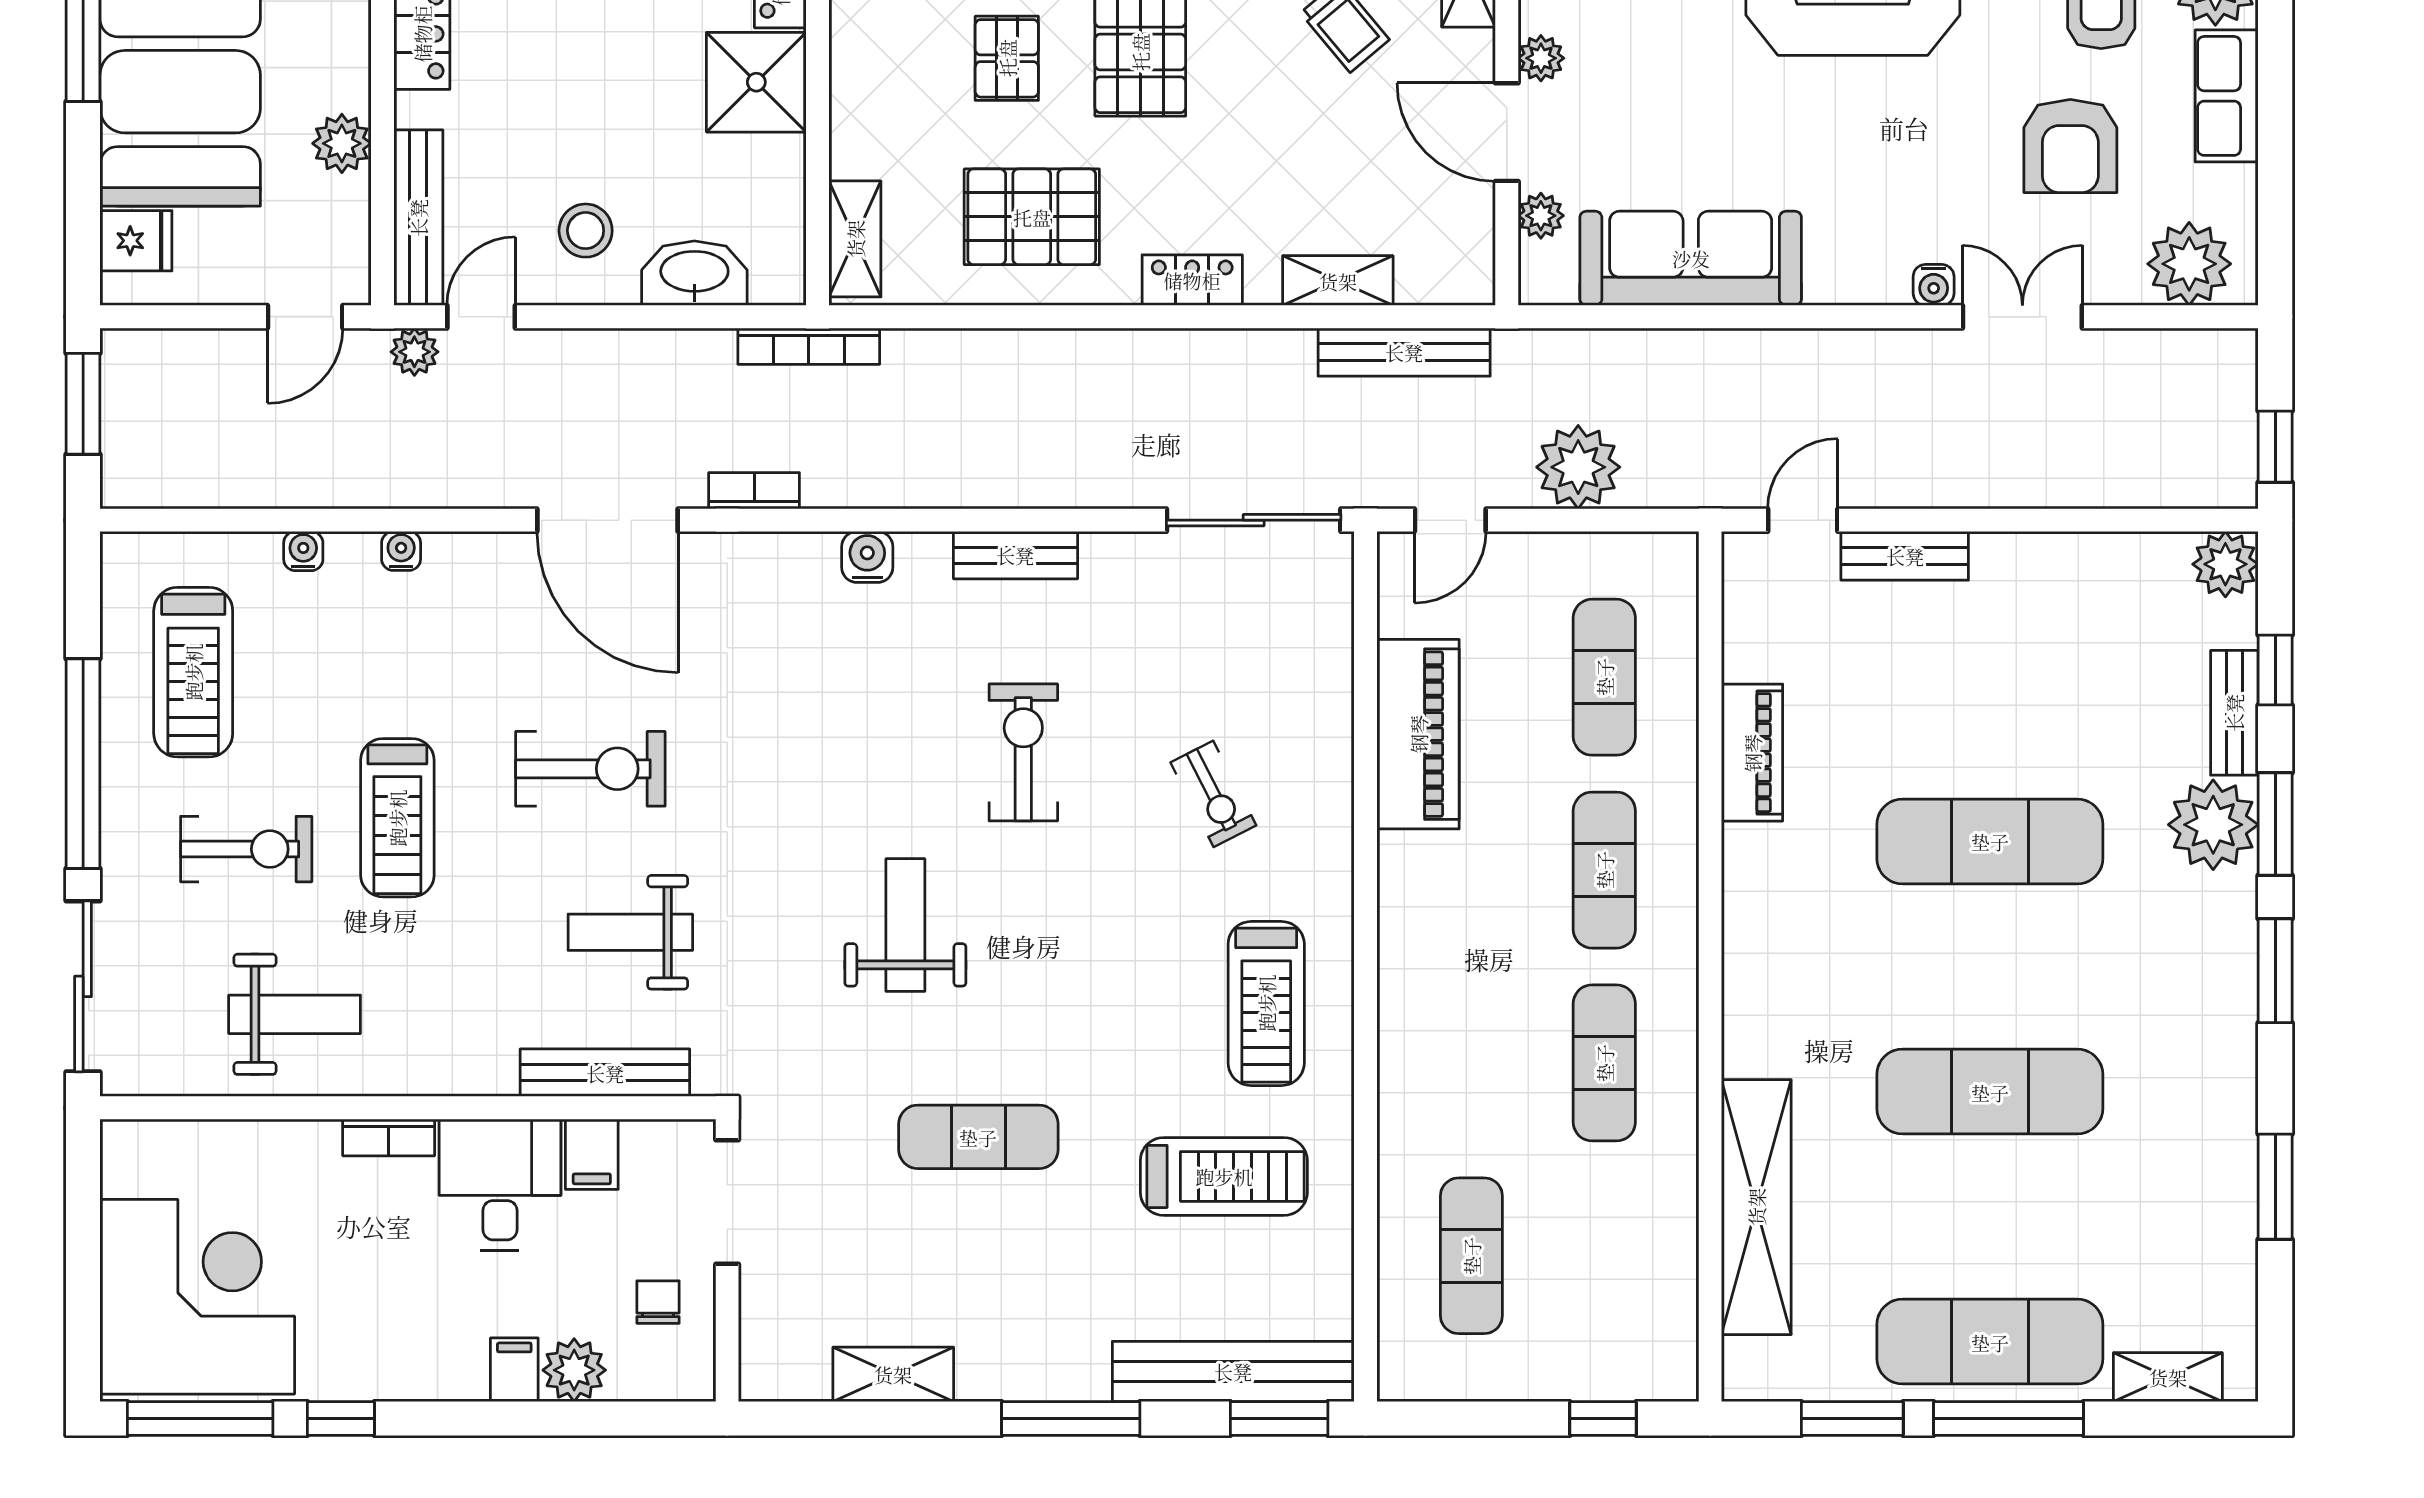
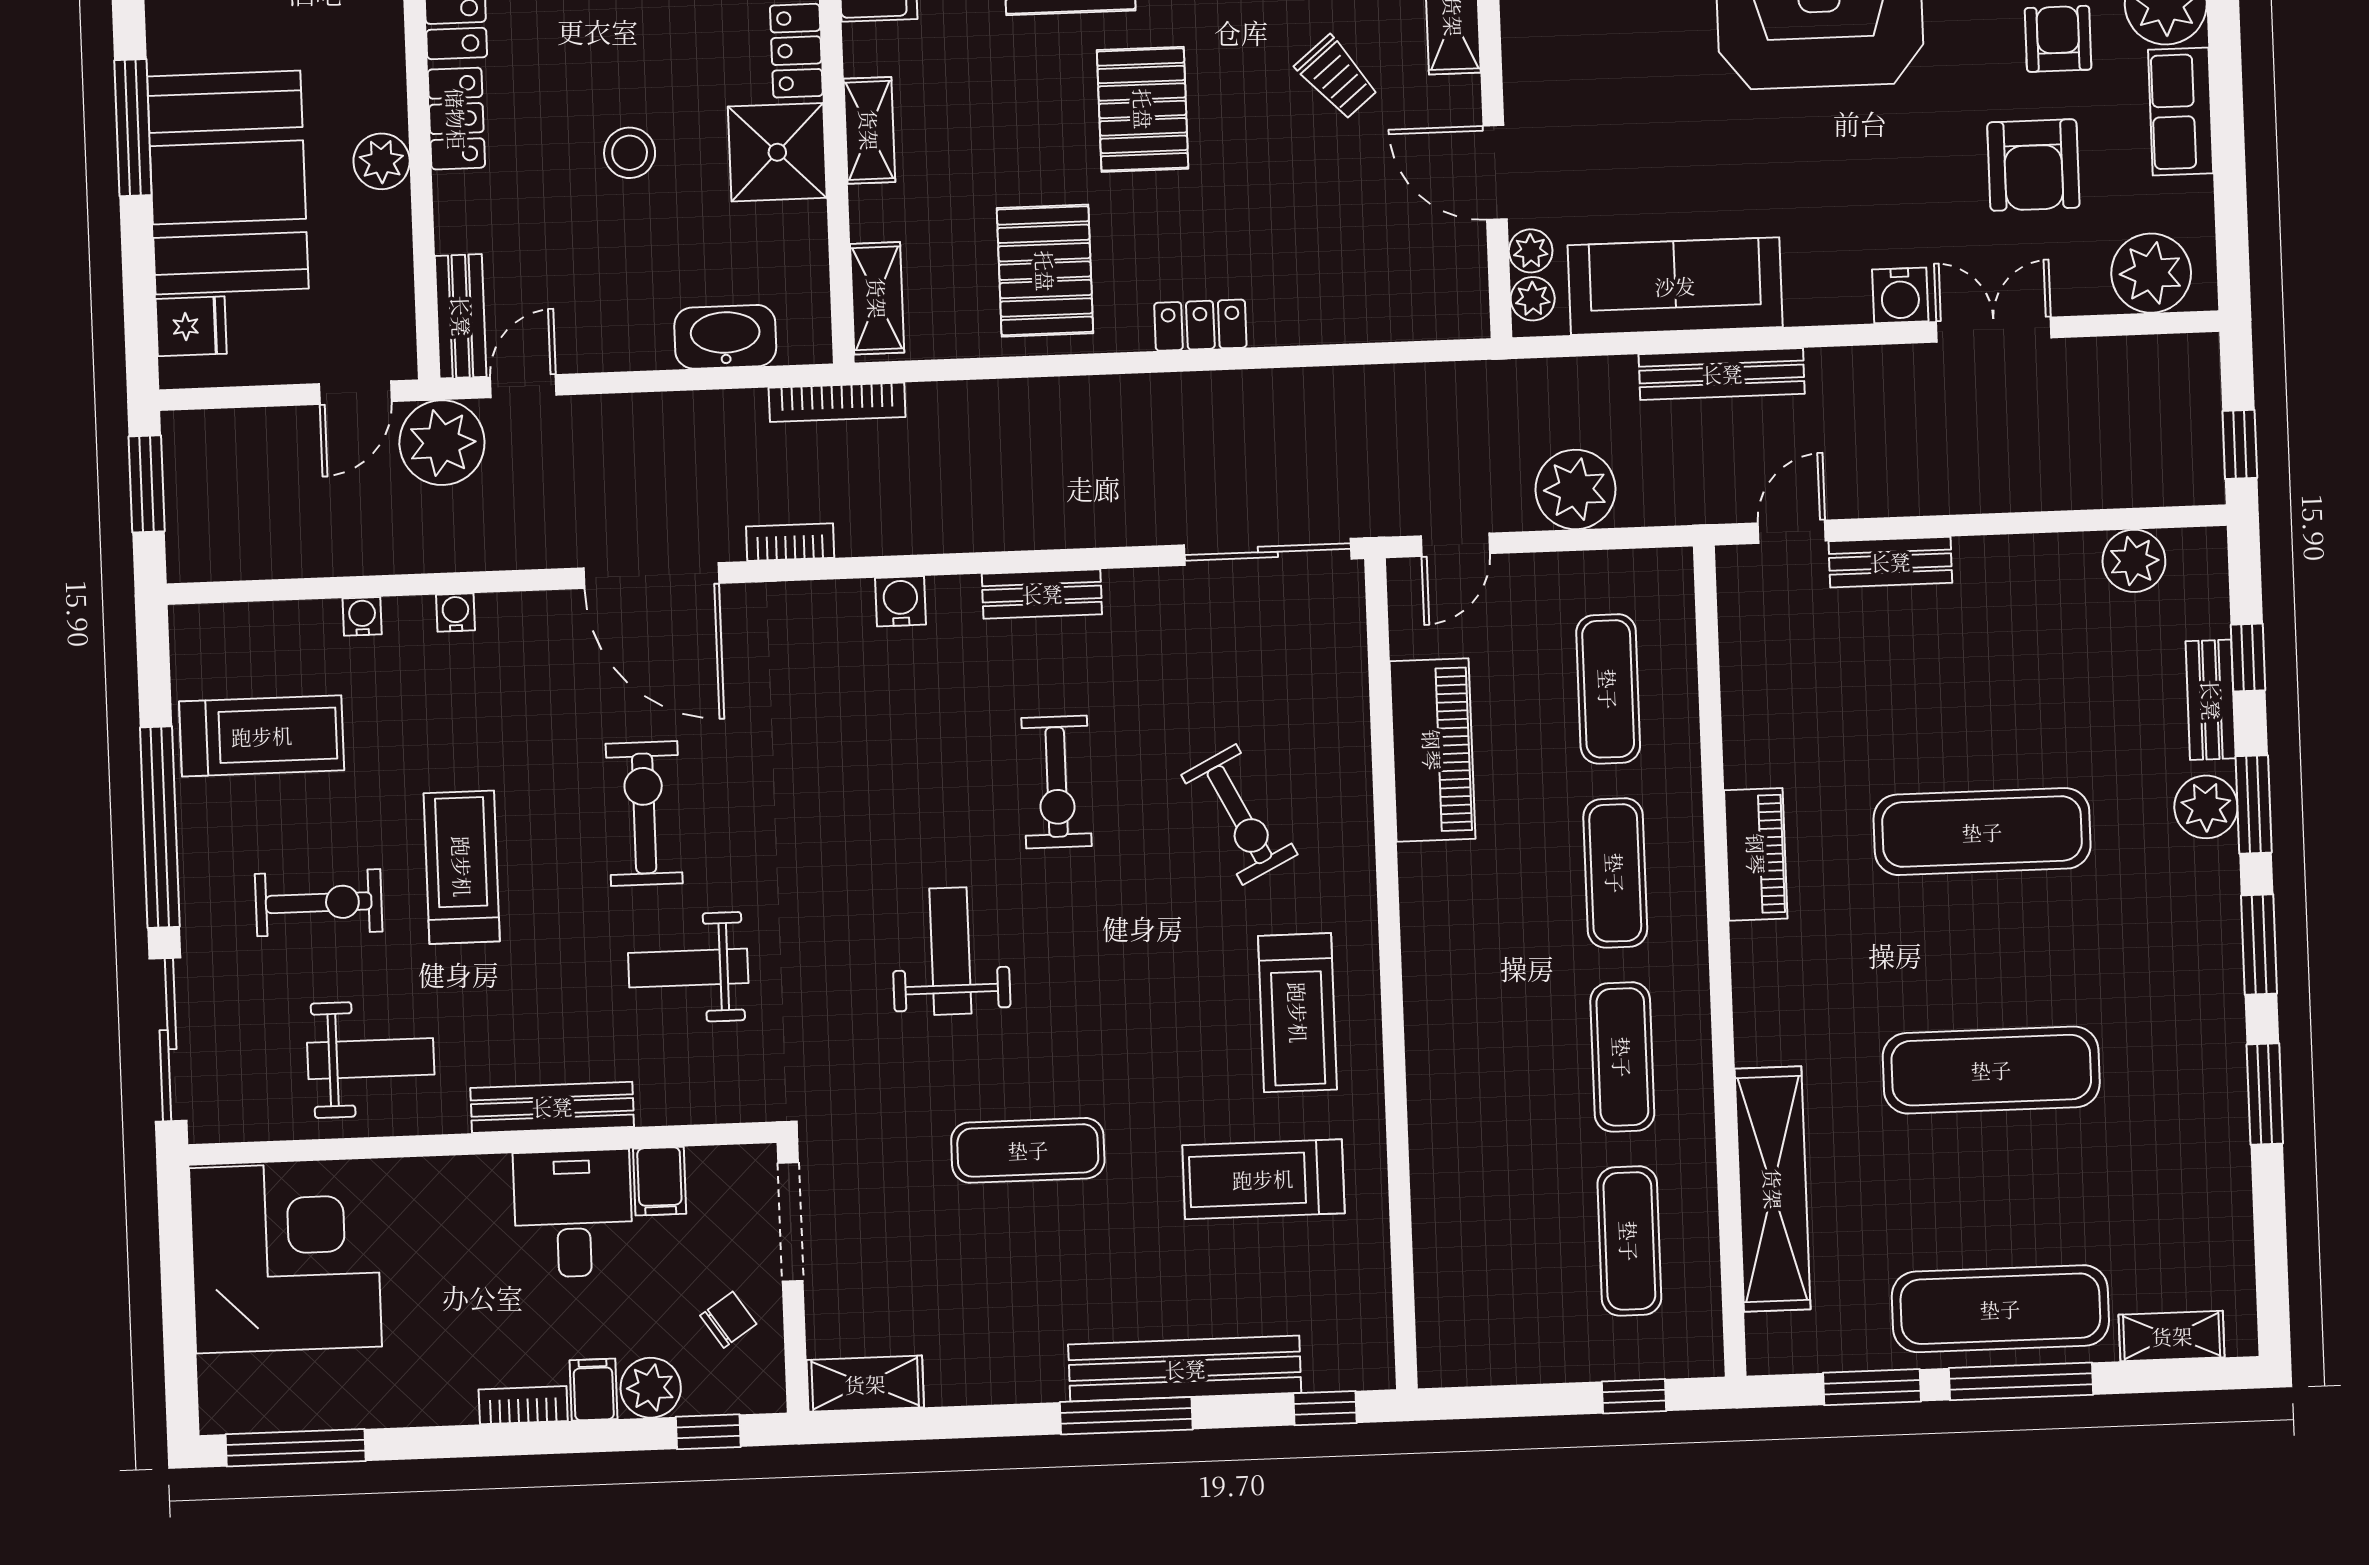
pallet: (1007, 58) -> (1015, 120), removed
plant: (1541, 58) -> (1533, 299), moved
plant: (342, 143) -> (382, 161), moved
pallet: (1032, 217) -> (1045, 271), turned 90
bench: (418, 218) -> (461, 316), width x0.73
stool: (586, 231) -> (630, 153), moved
shelving: (1338, 281) -> (869, 130), moved, turned 90
water cooler: (1934, 285) -> (1900, 295), width x1.38, depth x1.38
plant: (414, 352) -> (442, 443), width x1.88, depth x1.88
bench: (1404, 352) -> (1722, 374), moved
plant: (2225, 564) -> (2134, 561), moved
treadmill: (193, 672) -> (262, 736), turned -90
exercise bike: (1023, 752) -> (1057, 782), turned 180
piano: (1752, 753) -> (1756, 854), moved
exercise bike: (590, 769) -> (644, 813), turned -90
exercise bike: (1213, 794) -> (1239, 815), width x1.38, depth x1.39
treadmill: (397, 818) -> (462, 867), turned 180
plant: (2213, 825) -> (2206, 807), width x0.73, depth x0.73
bench: (605, 1073) -> (552, 1107), moved
bookcase: (389, 1137) -> (523, 1405), moved, turned 180
treadmill: (1224, 1176) -> (1263, 1179), turned 180
window: (2275, 1187) -> (2265, 1094), moved
exercise mat: (1471, 1256) -> (1629, 1241), moved
corner desk: (197, 1297) -> (286, 1257), moved
chair: (658, 1302) -> (728, 1320), turned 56
bench: (1233, 1371) -> (1185, 1369), moved
shelving: (893, 1374) -> (865, 1384), moved
window: (341, 1418) -> (708, 1432), moved
window: (1279, 1418) -> (1325, 1408), width x0.67

